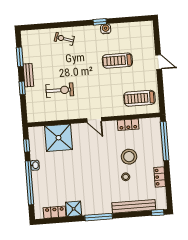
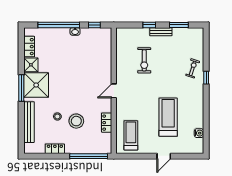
window: (100, 22) -> (206, 78), moved
water cooler: (106, 29) -> (199, 133), moved
treadmill: (117, 61) -> (168, 117), width x1.37, depth x1.38
shower: (58, 138) -> (36, 85), moved
window: (158, 213) -> (21, 144), removed

